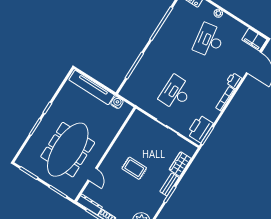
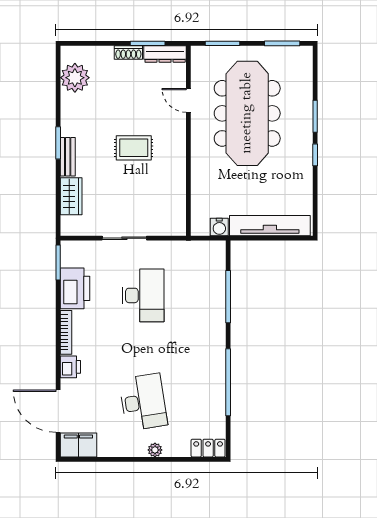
printer: (200, 129) -> (75, 288), moved

